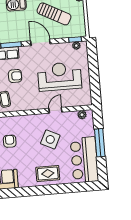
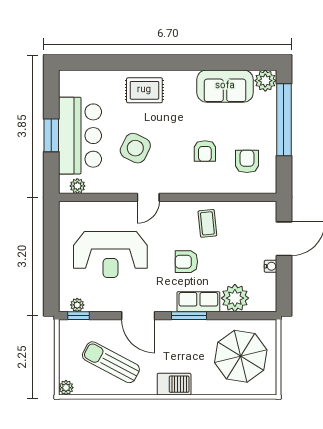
door: (55, 110) -> (148, 197), moved
window: (100, 143) -> (51, 135), width x0.69
bar counter: (84, 160) -> (80, 136), moved

